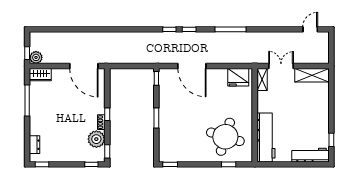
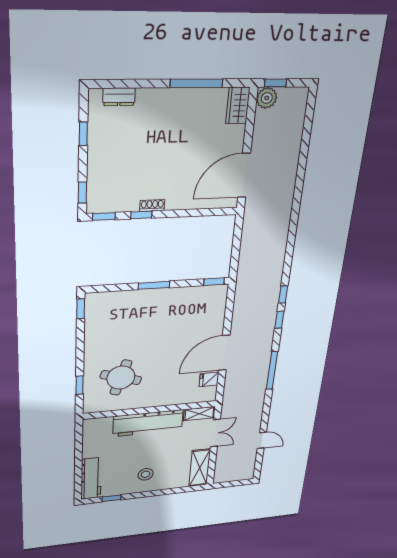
door: (310, 29) -> (262, 440), moved
door: (192, 66) -> (224, 353), moved
fridge: (238, 77) -> (209, 379), width x0.53, depth x0.75
window: (107, 114) -> (141, 215), moved
stool: (312, 116) -> (146, 474), added
round table: (225, 137) -> (121, 378), width x0.73, depth x0.73
workbench: (266, 138) -> (148, 423), moved
plant: (96, 139) -> (125, 199), removed
window: (42, 164) -> (83, 134), moved

